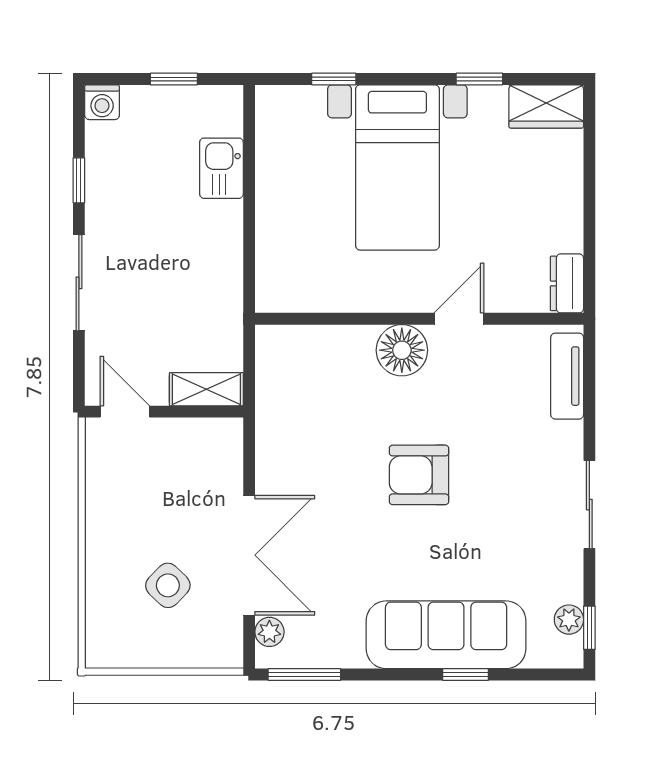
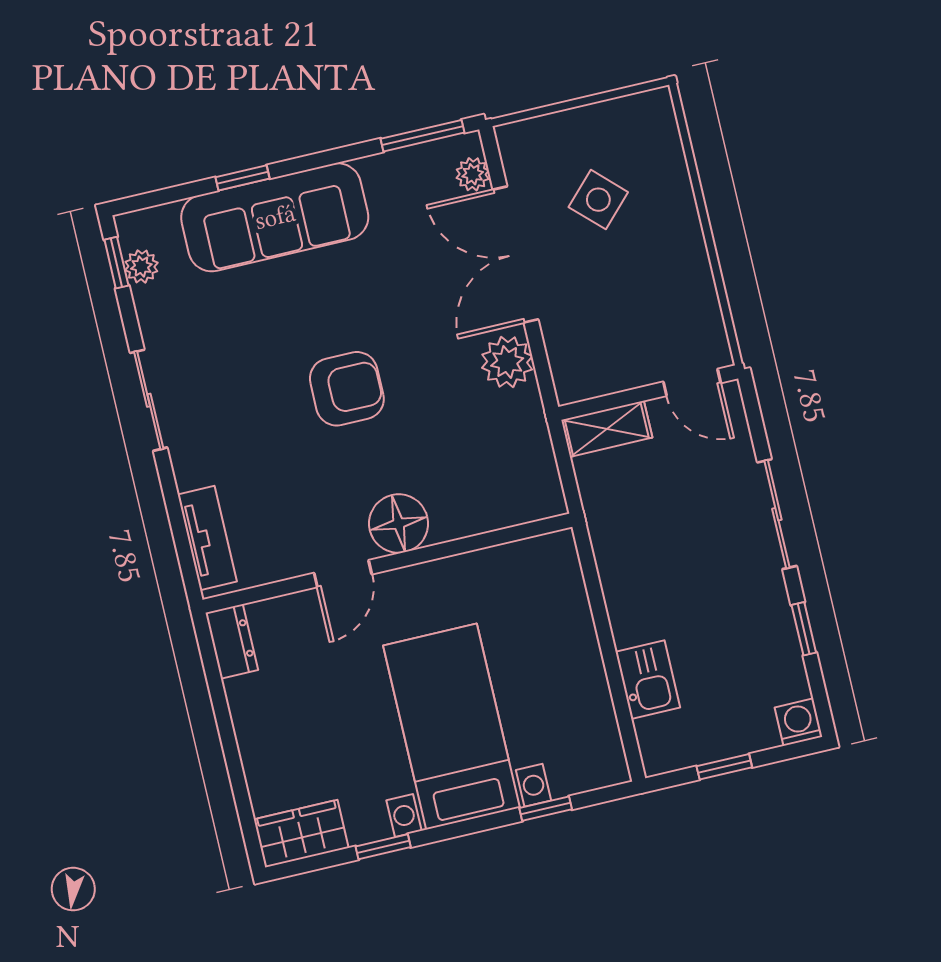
plant: (278, 466) -> (507, 362), added

